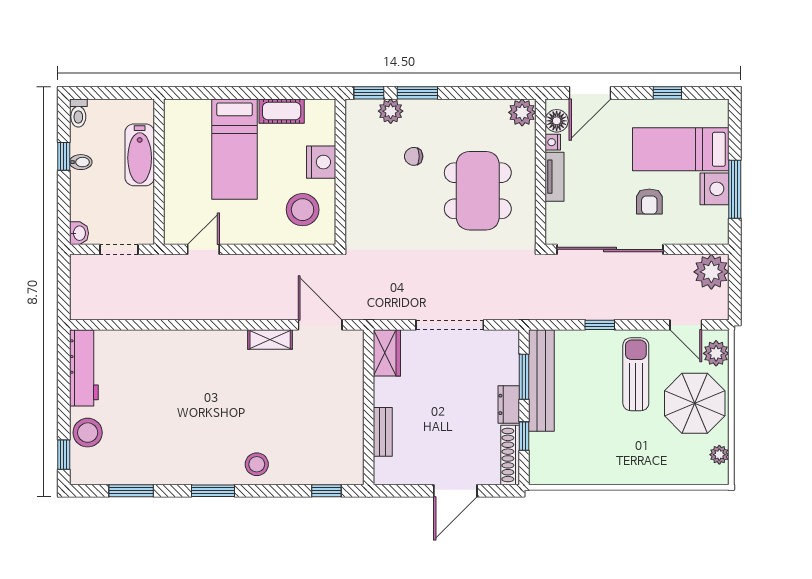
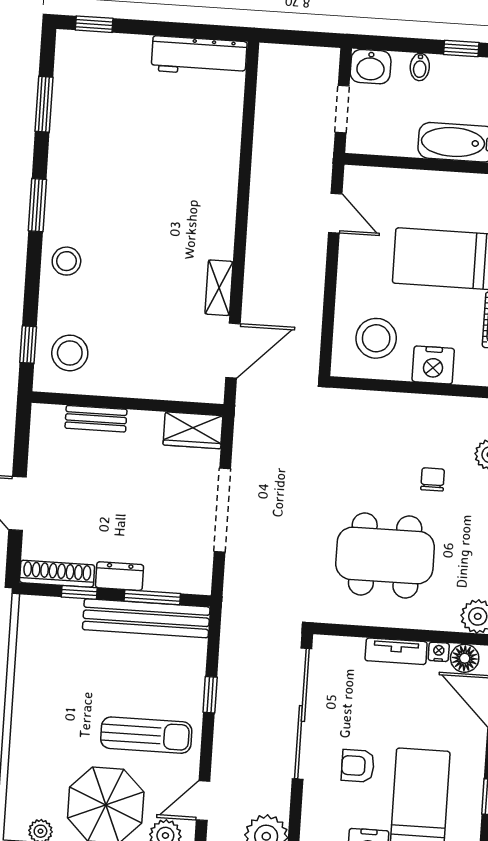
bidet: (81, 162) -> (420, 67), moved
washbasin: (79, 233) -> (371, 67), width x1.38, depth x1.45
stool: (88, 433) -> (70, 353), moved

